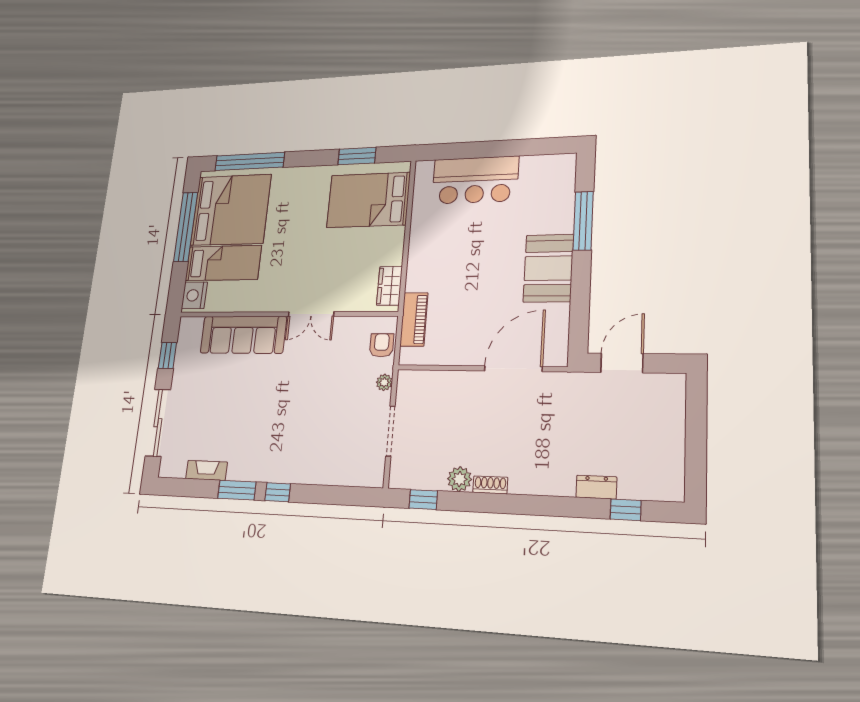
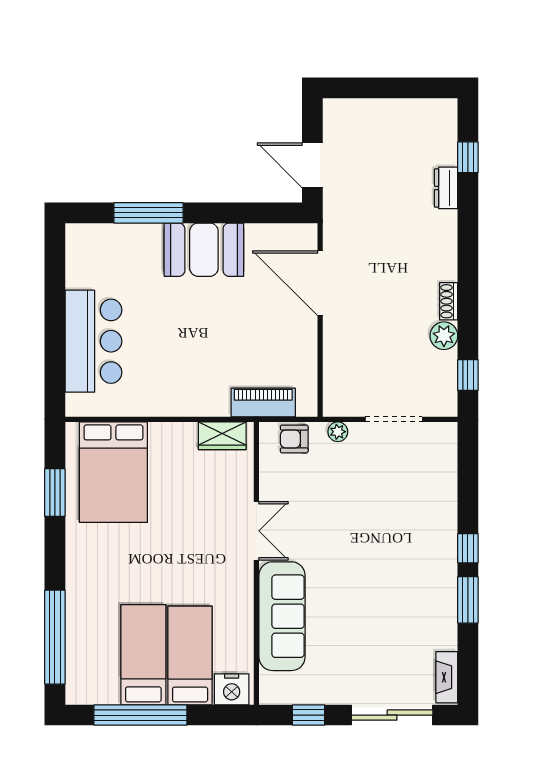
bed: (231, 210) -> (143, 655), width x0.49
fireplace: (206, 470) -> (447, 677), moved

